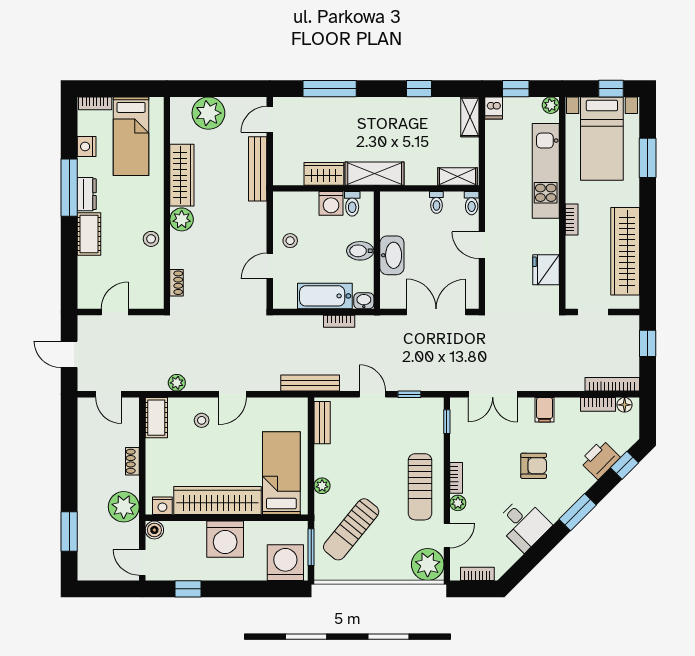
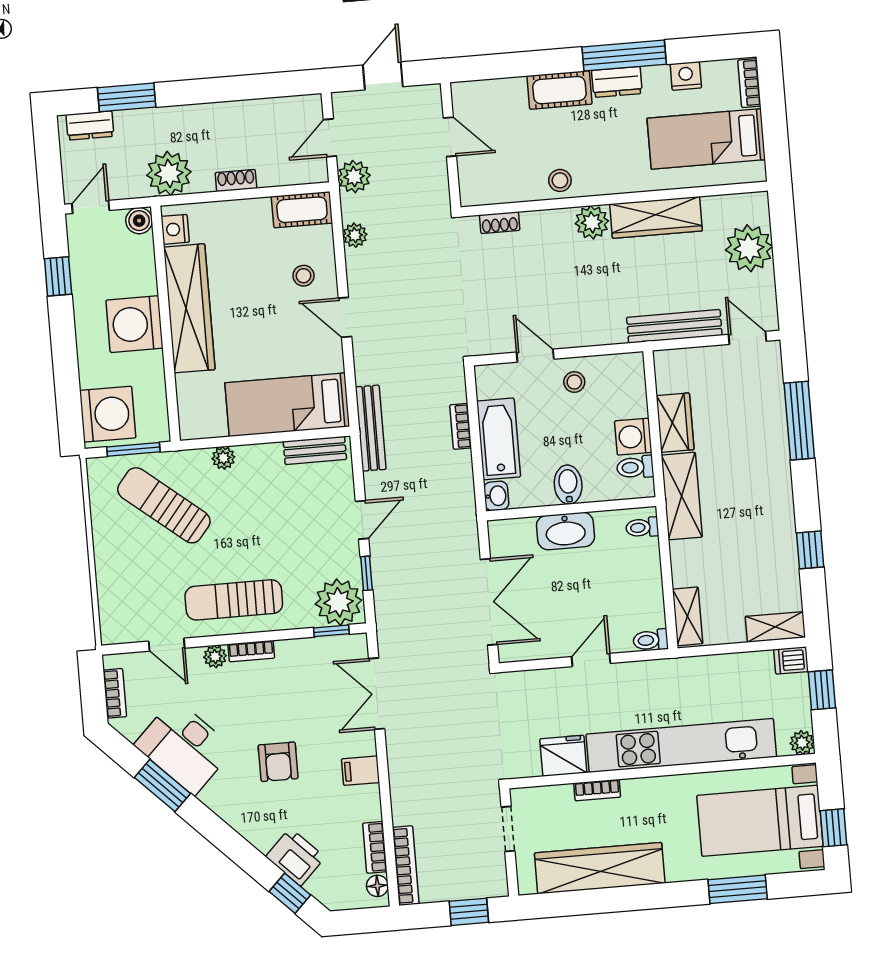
kitchen unit: (546, 171) -> (681, 745), width x1.36
toilet: (436, 202) -> (642, 527), moved
bookcase: (572, 220) -> (597, 790), moved
bookcase: (339, 321) -> (461, 426), moved
plant: (137, 380) -> (354, 177), added
bed: (281, 473) -> (287, 405), moved, turned 180
window: (578, 512) -> (162, 786), moved
desk: (523, 524) -> (184, 747), width x1.37
dresser: (86, 558) -> (90, 125), added
plant: (428, 564) -> (339, 602), moved

